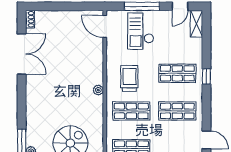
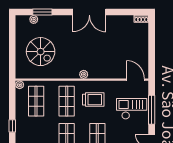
door: (105, 26) -> (135, 80), hinge flipped
double door: (22, 54) -> (89, 12), moved

